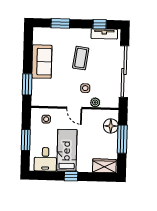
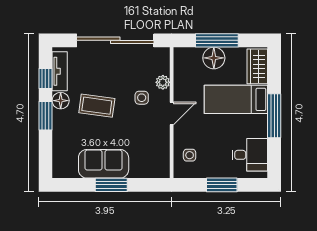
window: (60, 23) -> (45, 116), moved
floor lamp: (85, 34) -> (61, 101), added
window: (27, 84) -> (111, 185), moved
floor lamp: (111, 126) -> (214, 58), moved
bed: (67, 151) -> (236, 99), moved
window: (71, 176) -> (274, 116), width x2.17

